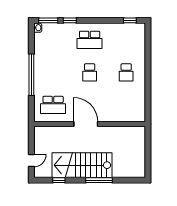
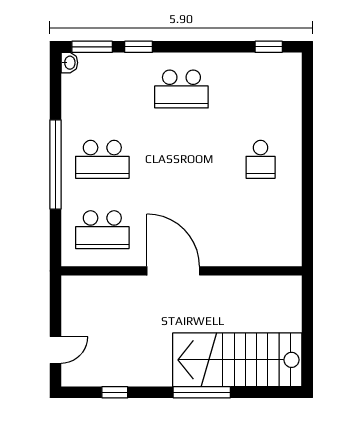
school desk: (90, 72) -> (102, 159), moved, width x1.85
stairs: (82, 165) -> (237, 360), moved

